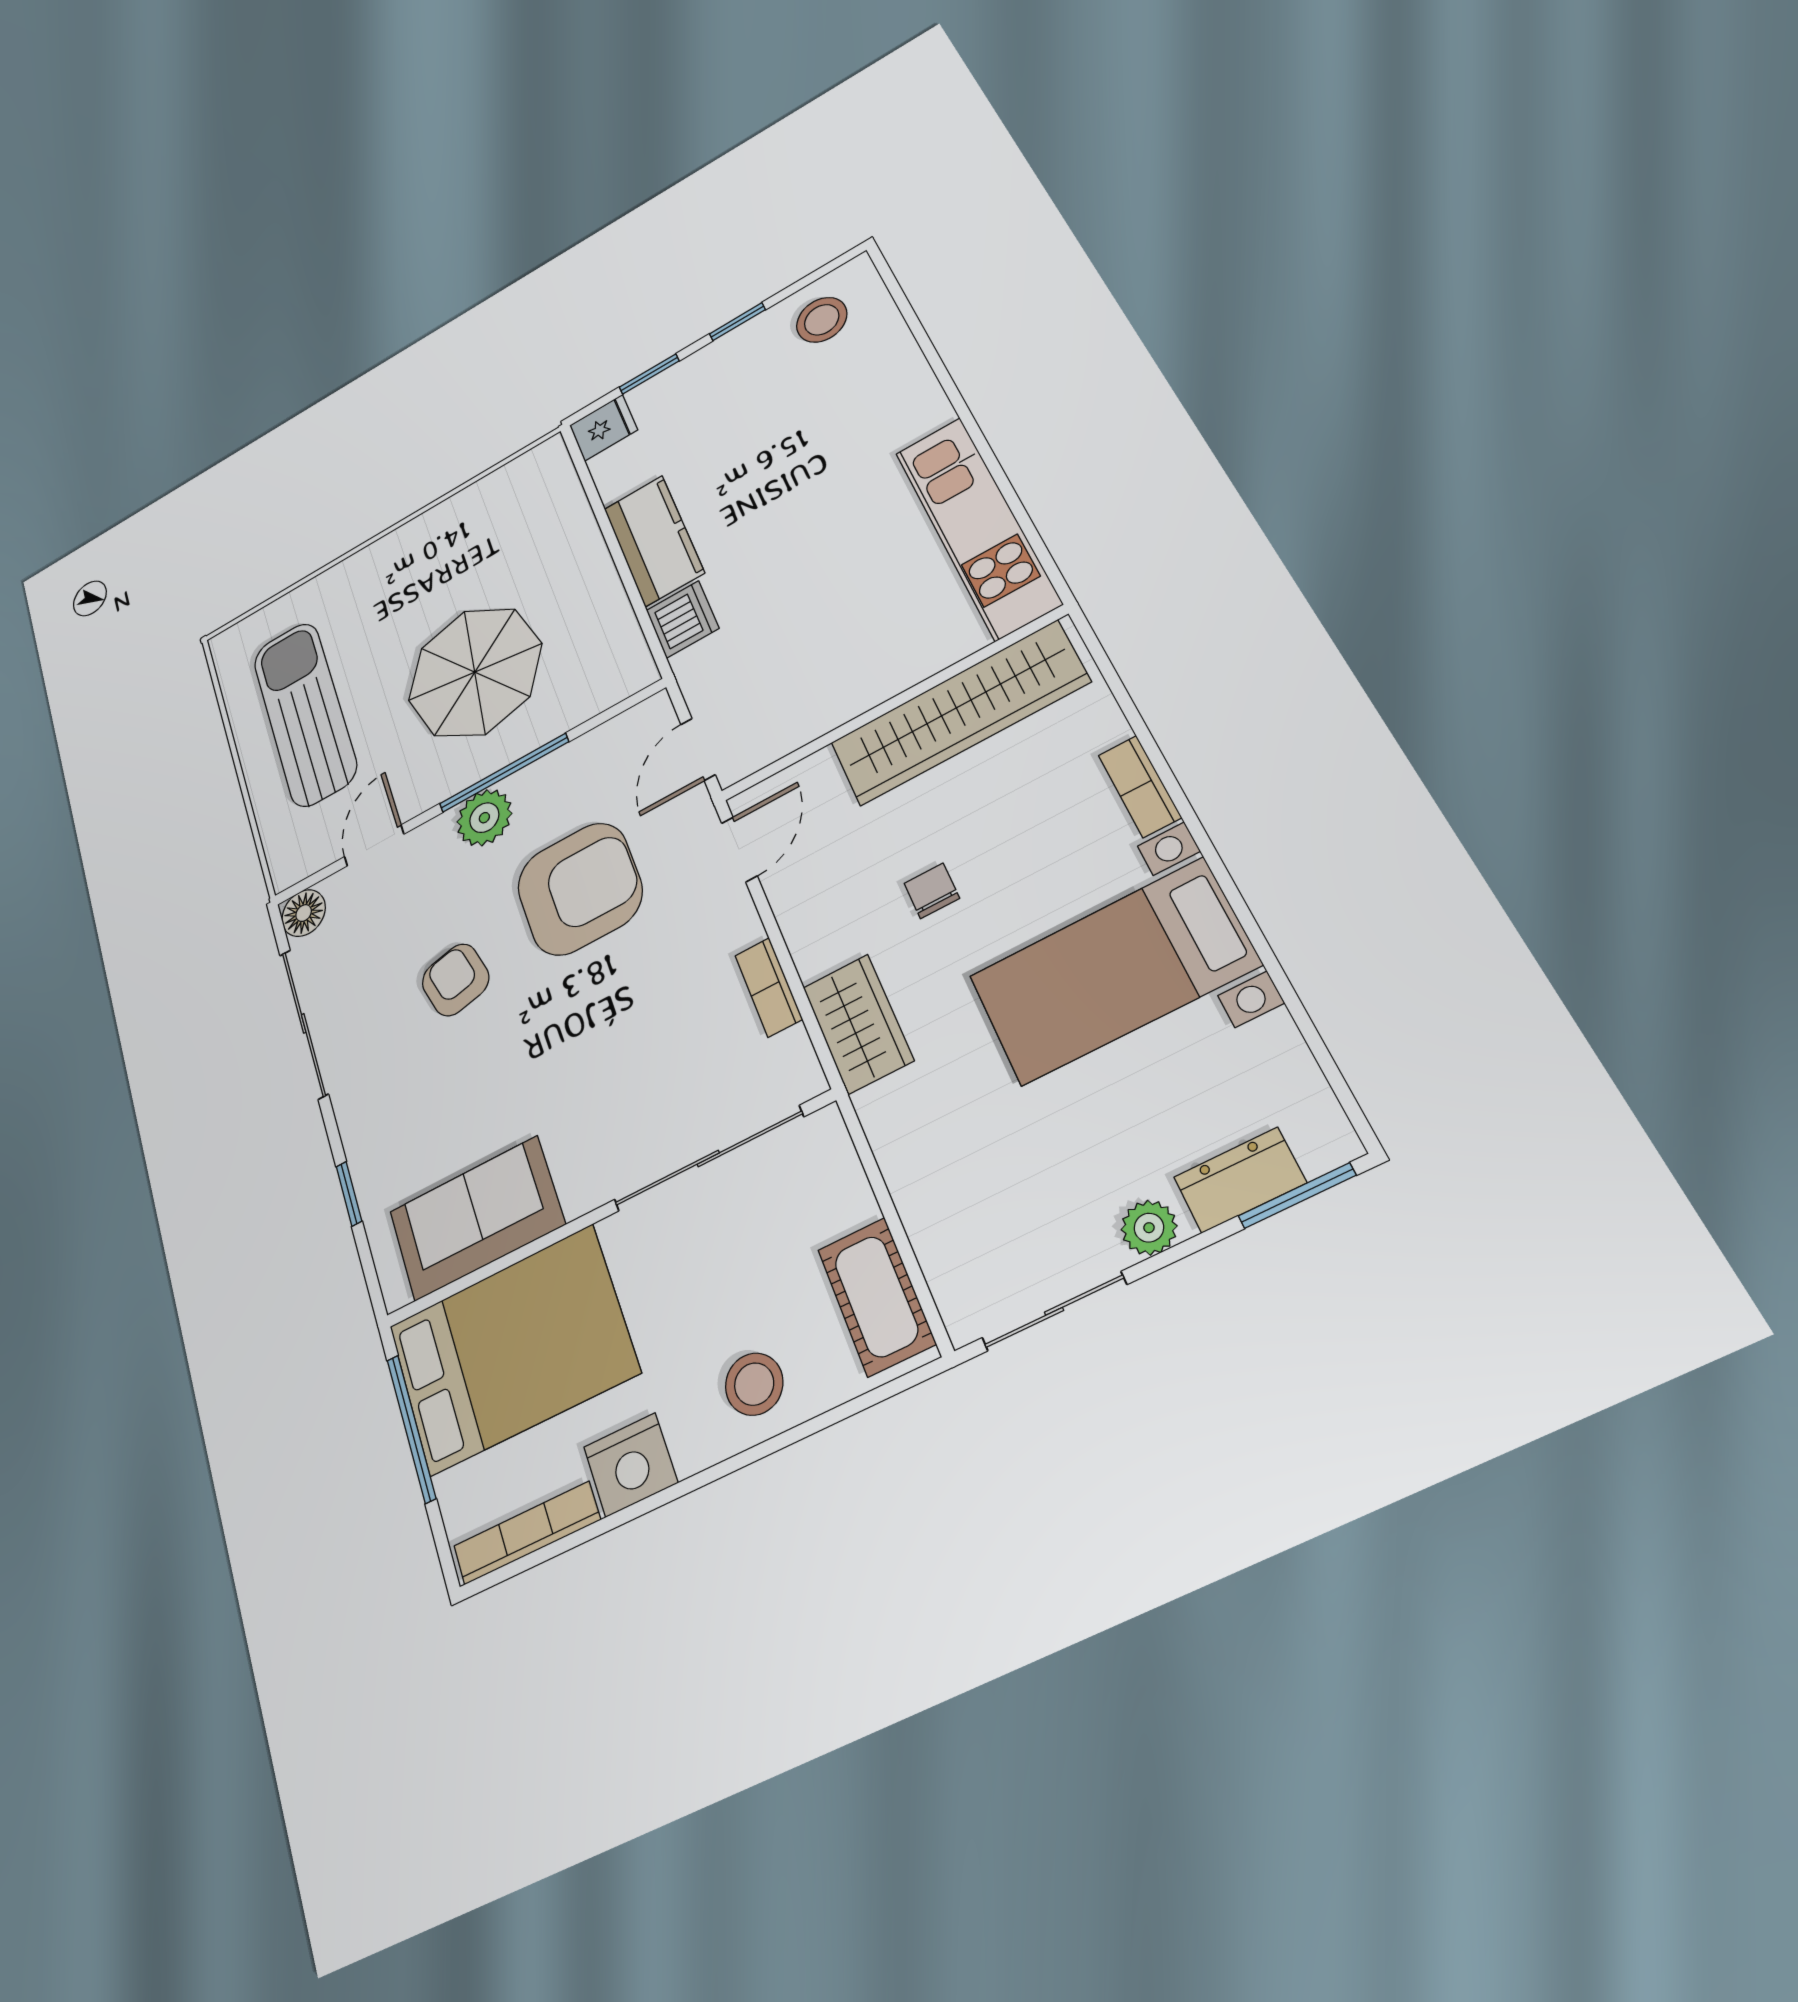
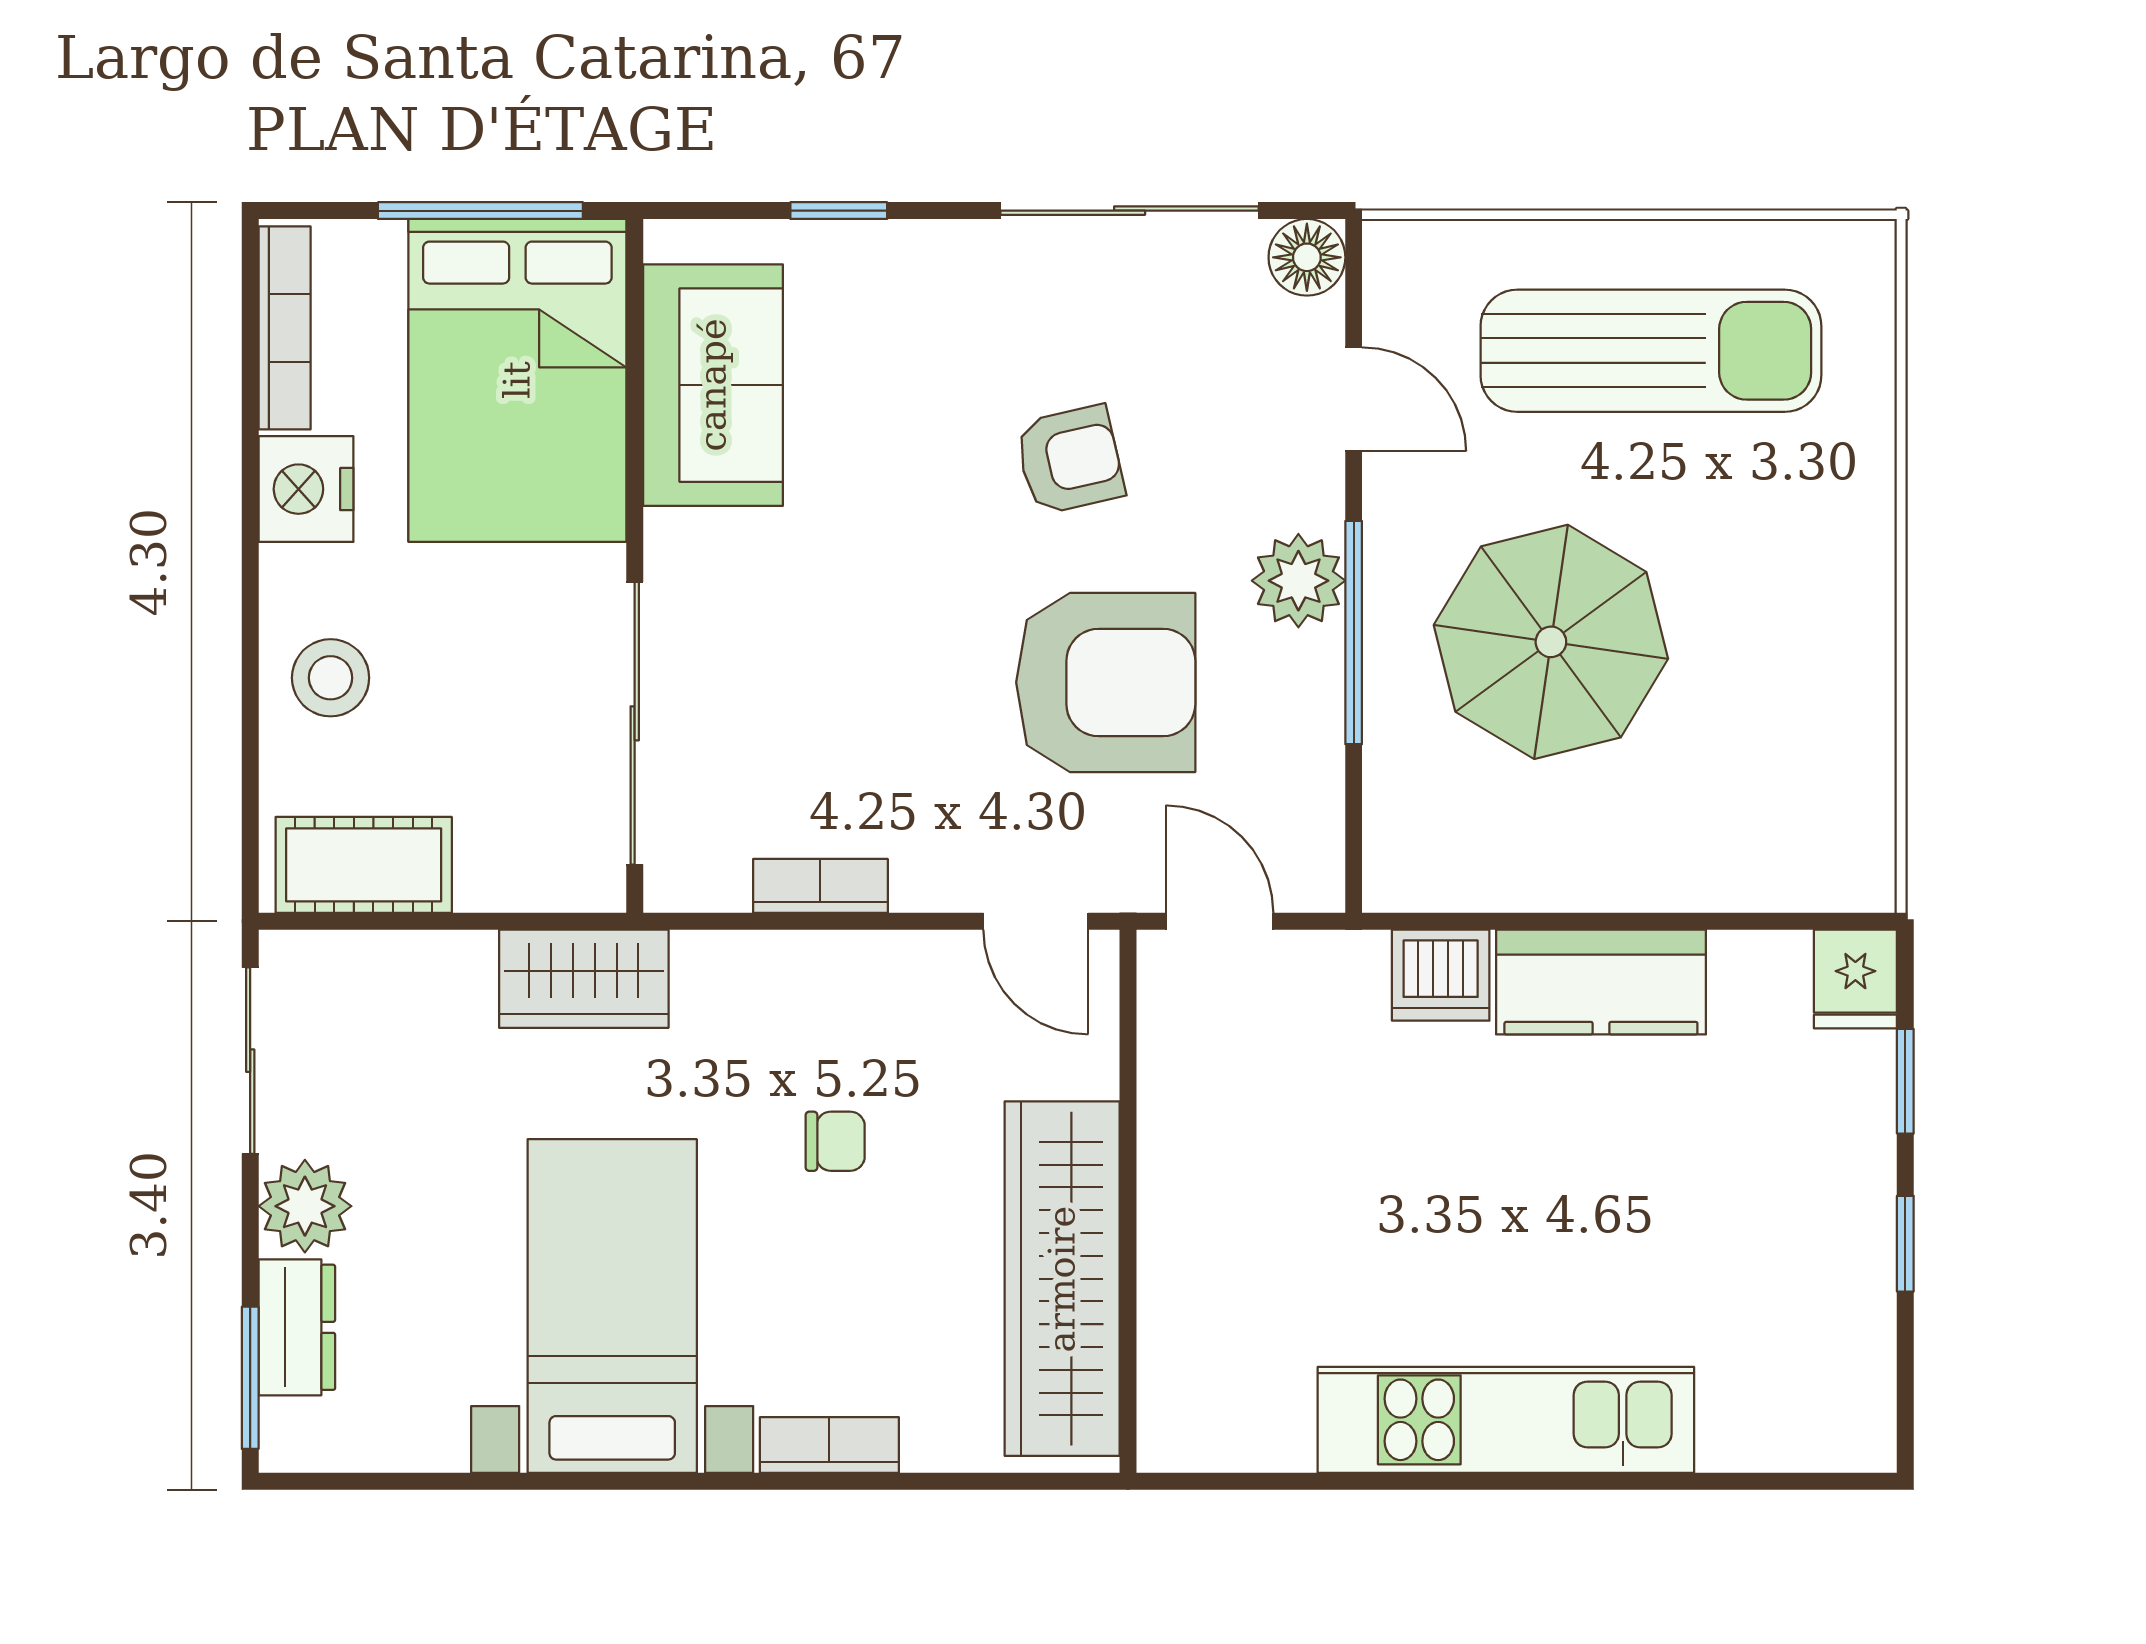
stool: (822, 320) -> (1818, 1362), removed
kitchen unit: (977, 527) -> (1506, 1420), moved
armchair: (580, 889) -> (1106, 682), turned -90
wardrobe: (858, 1024) -> (584, 979), moved
plant: (1149, 1228) -> (305, 1206), width x1.38, depth x1.38

